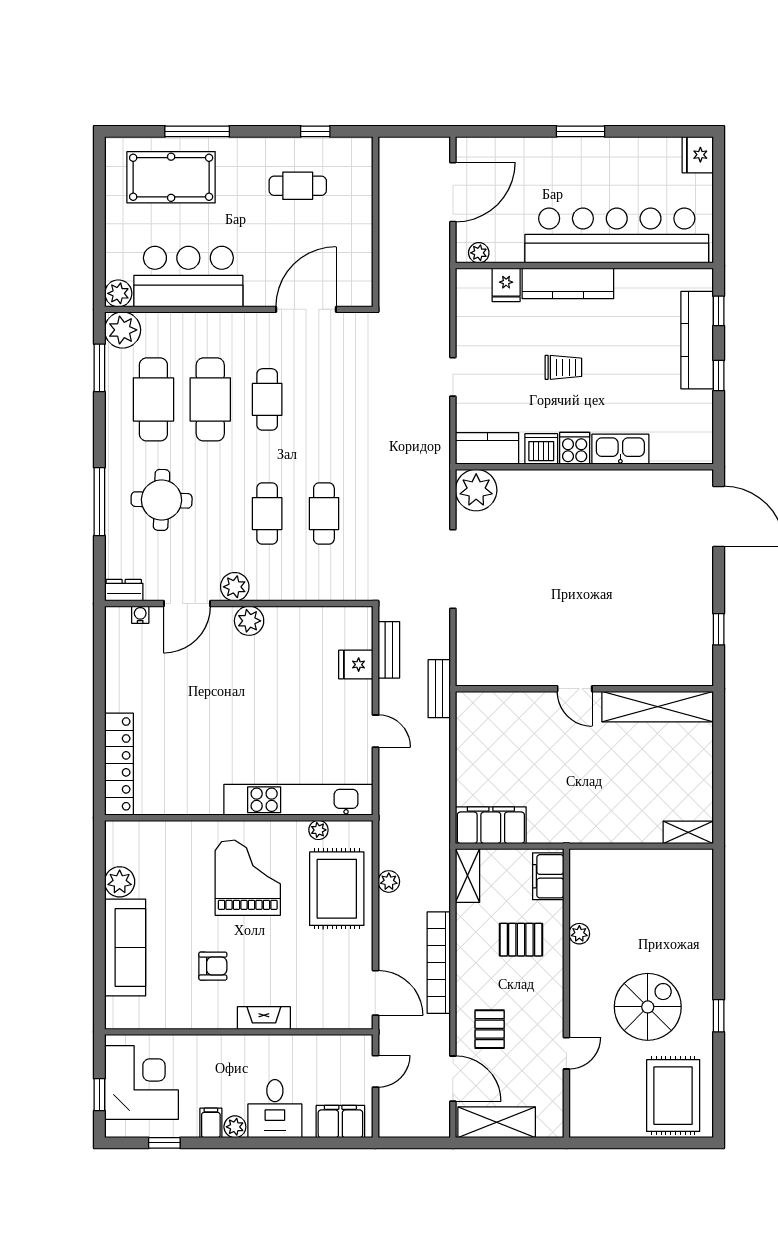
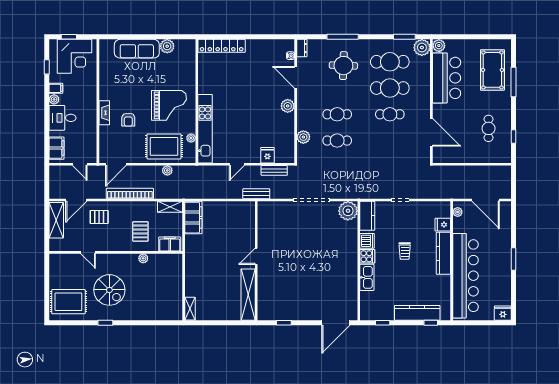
window: (719, 375) -> (383, 323), moved
plant: (235, 587) -> (303, 137), moved
armchair: (213, 966) -> (128, 120), moved

